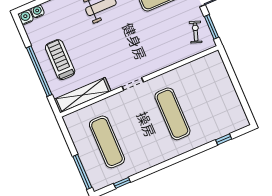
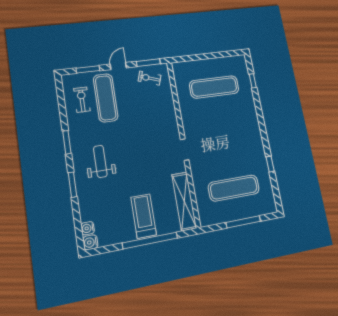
treadmill: (60, 60) -> (144, 216), turned 90
exercise mat: (172, 114) -> (214, 87), moved
window: (82, 172) -> (243, 222), moved
window: (122, 183) -> (270, 164), moved

